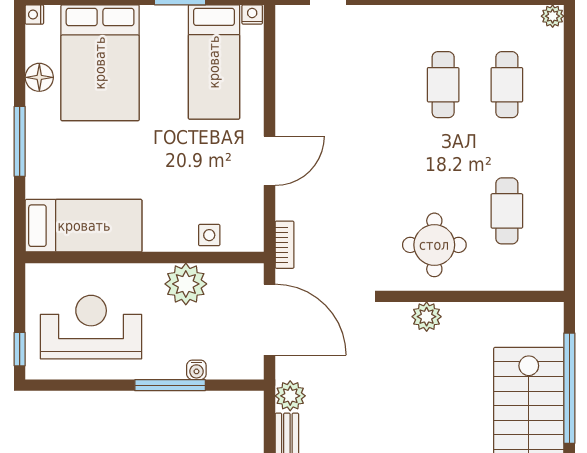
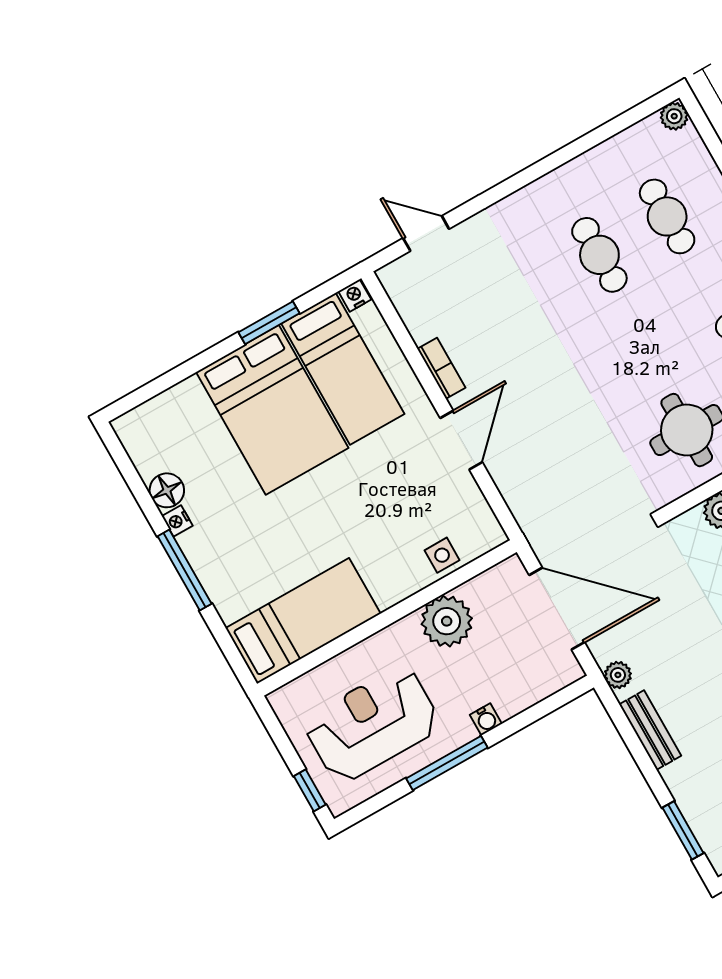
nightstand: (34, 15) -> (177, 521), moved
bed: (100, 63) -> (272, 410), moved
bookcase: (285, 245) -> (441, 368), moved
water cooler: (196, 370) -> (486, 719), moved
window: (170, 385) -> (447, 763), moved
plant: (290, 396) -> (618, 675), width x0.73, depth x0.73

